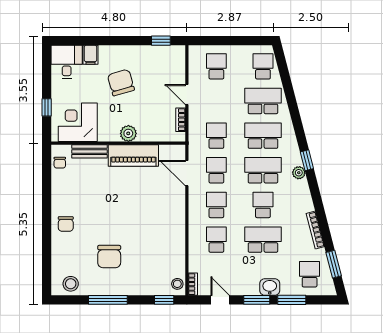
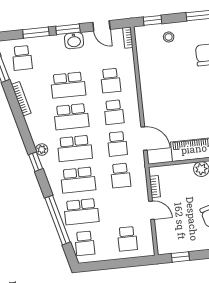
window: (290, 95) -> (58, 220), added
school desk: (263, 205) -> (71, 117), width x1.85
stool: (177, 284) -> (169, 37), moved
washbasin: (270, 287) -> (74, 41), moved

